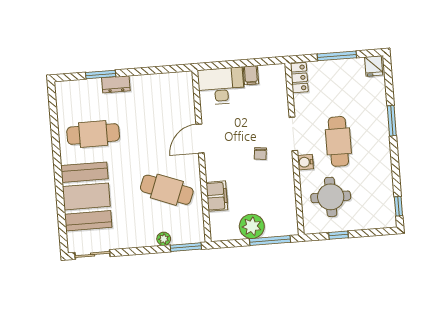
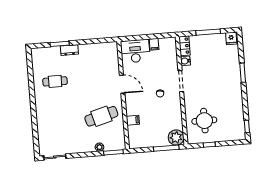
cafe table: (93, 134) -> (55, 81), width x0.73, depth x0.74
door: (200, 139) -> (122, 84), swing flipped
cafe table: (338, 141) -> (209, 86), removed
water cooler: (305, 162) -> (185, 61), moved
cafe table: (167, 190) -> (101, 116), turned -36
booth: (86, 196) -> (51, 121), removed
filing cabinet: (217, 196) -> (133, 120), width x0.50
plant: (252, 226) -> (176, 137), moved

